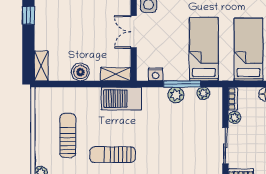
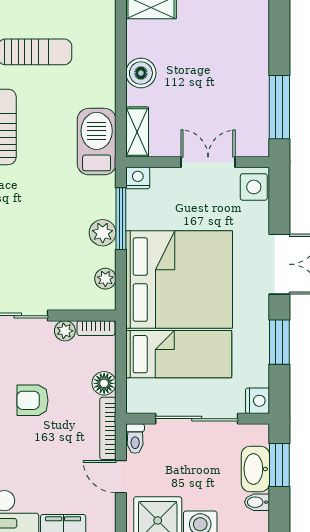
bed: (204, 49) -> (179, 280), width x2.04
nightstand: (156, 74) -> (138, 178), moved, turned 90
window: (182, 84) -> (121, 219), moved

